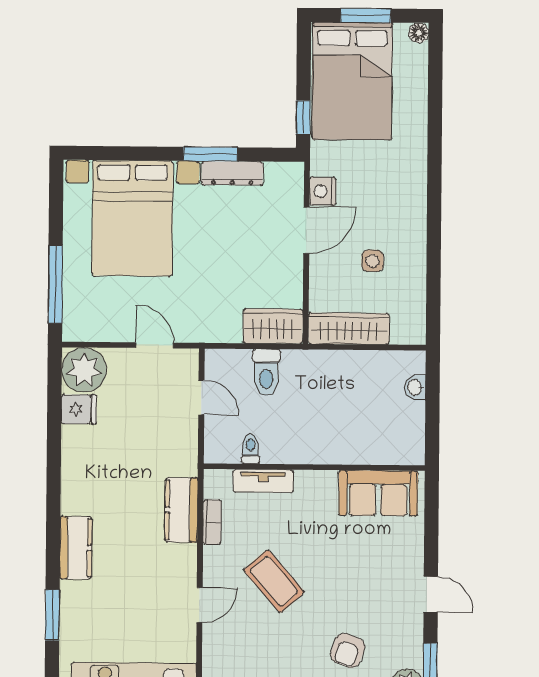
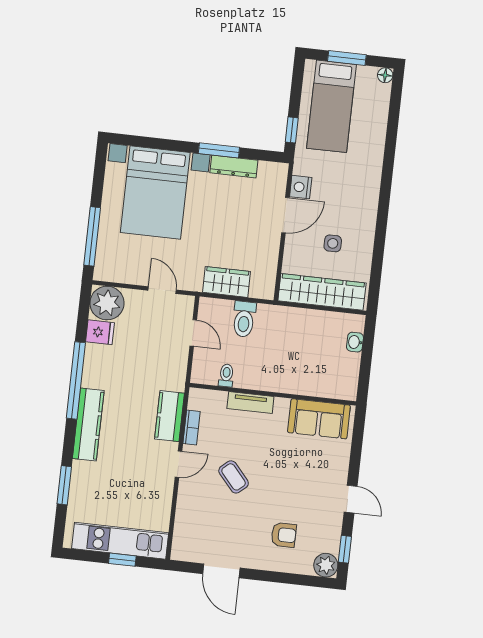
bed: (352, 81) -> (331, 106), width x0.67
wardrobe: (273, 326) -> (227, 282), moved
wardrobe: (349, 329) -> (322, 292), width x1.40, depth x1.17
window: (54, 476) -> (76, 380), added
tv unit: (263, 481) -> (250, 403), moved
kitchen counter: (76, 548) -> (88, 424), width x1.50
coffee table: (274, 581) -> (234, 477), width x0.73, depth x0.77
door: (200, 605) -> (179, 464), moved
armchair: (348, 651) -> (284, 535), turned -110

